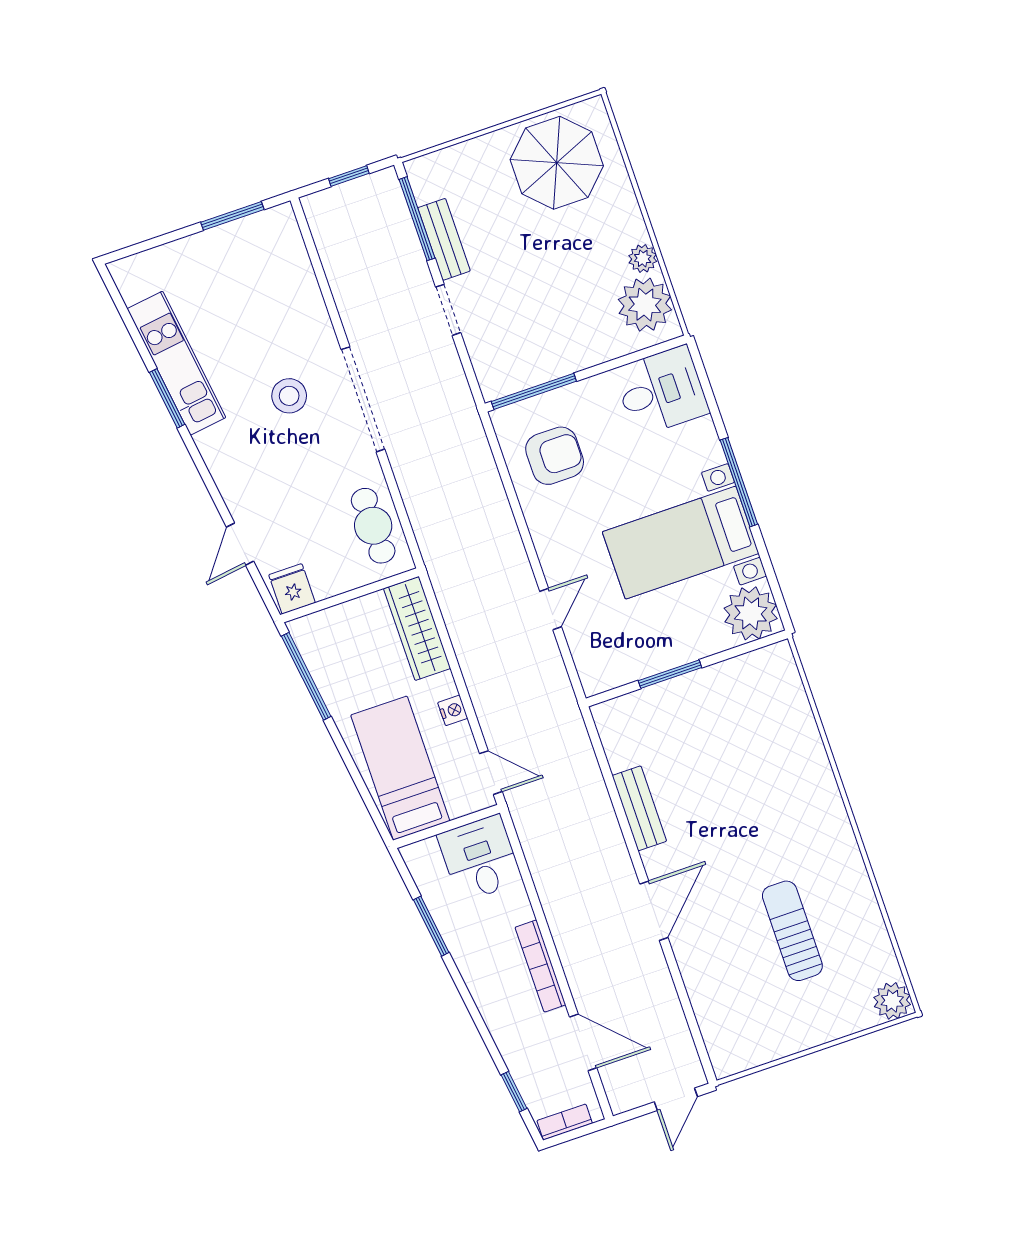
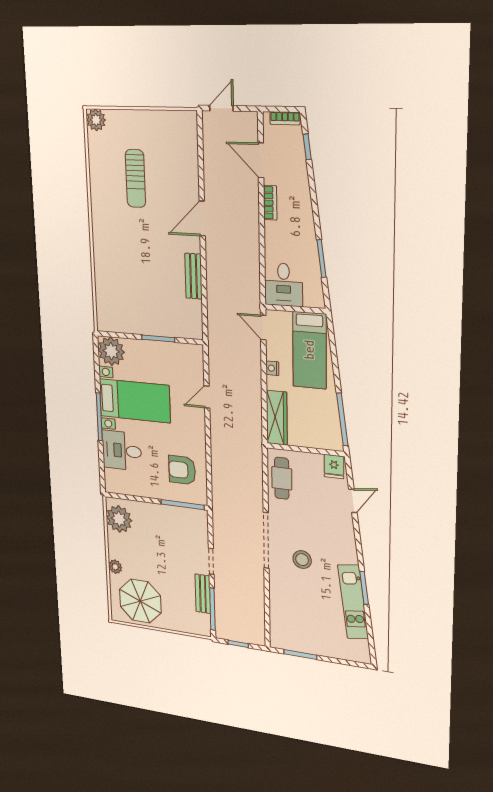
plant: (643, 258) -> (115, 567), moved
desk: (661, 391) -> (122, 451), moved
bookcase: (540, 966) -> (270, 203), width x0.64

